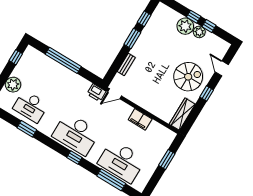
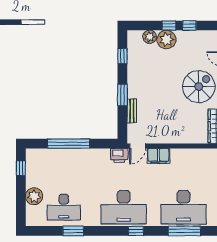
plant: (199, 32) -> (150, 37), moved
window: (132, 38) -> (122, 95), moved
filing cabinet: (140, 119) -> (159, 156), moved

